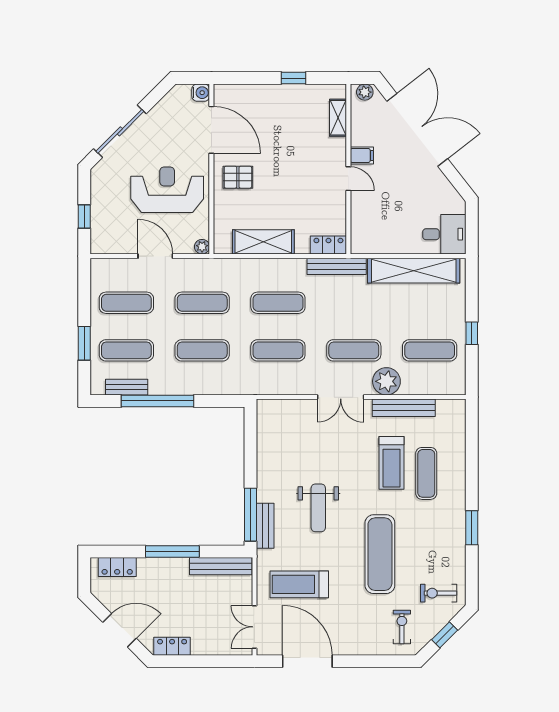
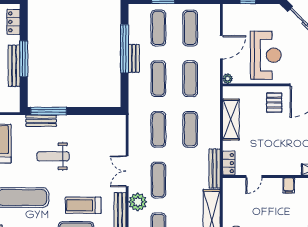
door: (348, 179) -> (254, 176), moved
bench: (127, 387) -> (134, 58), moved
bench: (221, 566) -> (14, 66), moved

